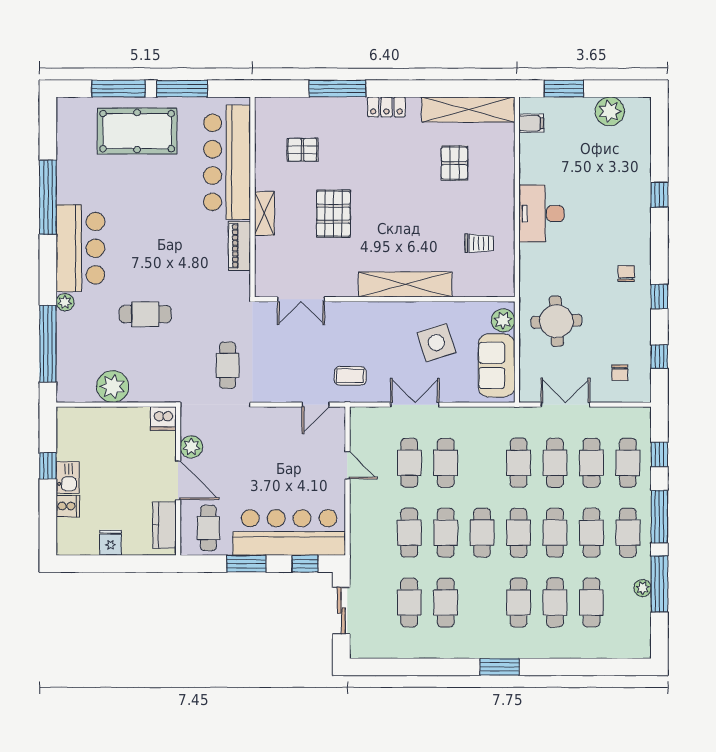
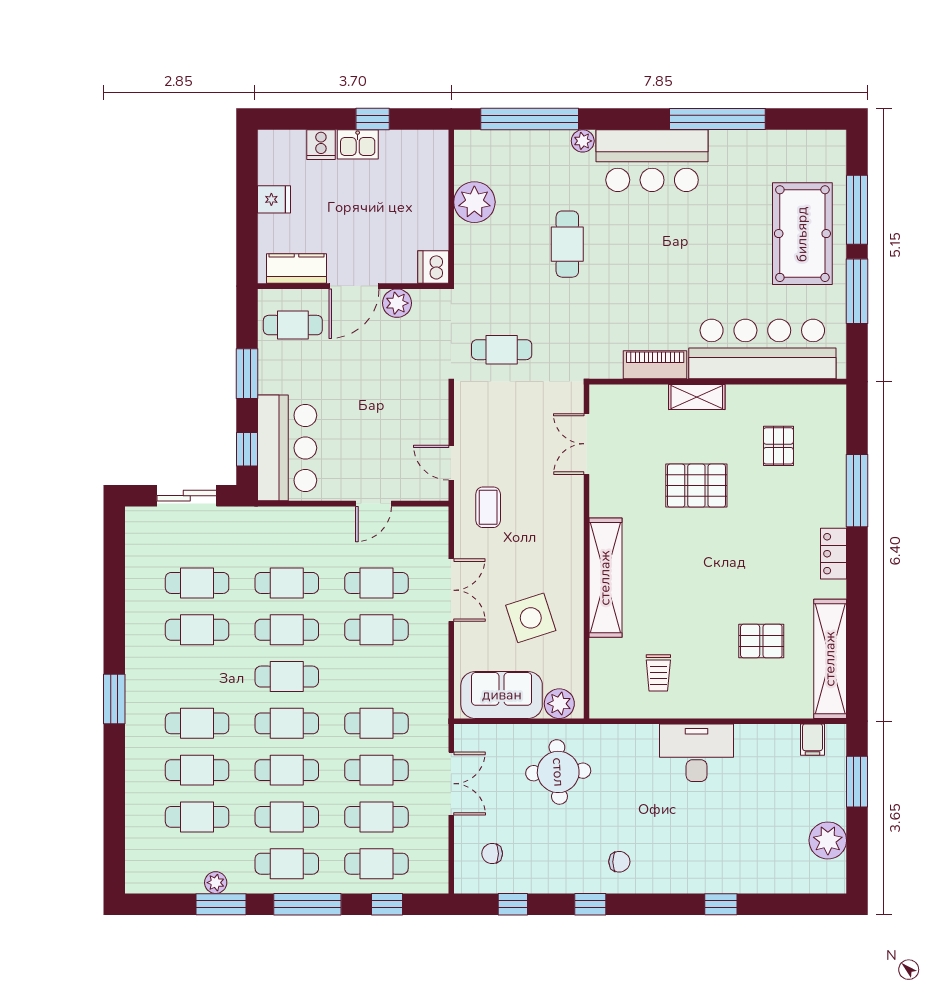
bar counter: (289, 532) -> (287, 448), width x0.73
window: (659, 584) -> (221, 904), width x0.69

